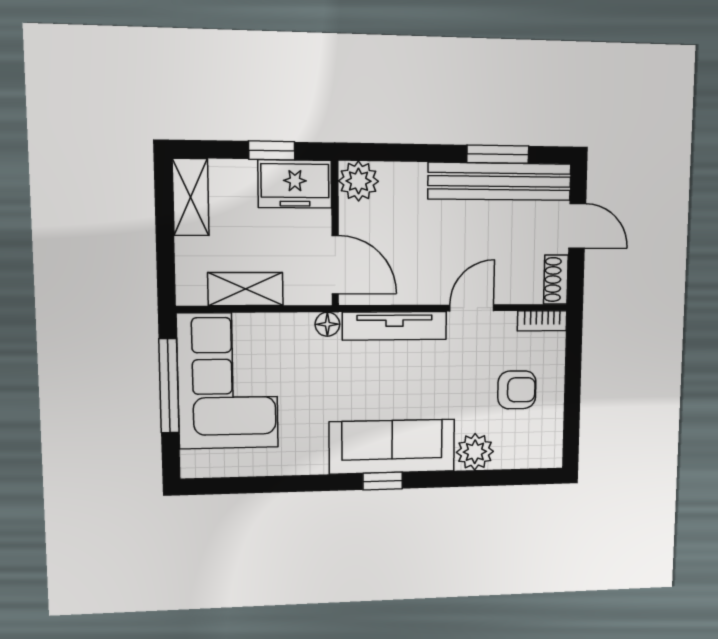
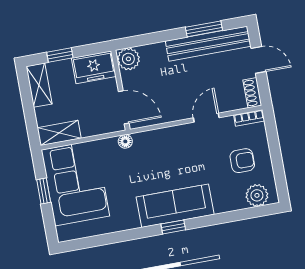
window: (272, 150) -> (60, 55), moved
shelving: (246, 289) -> (59, 133), moved
tv unit: (395, 326) -> (163, 136), removed
window: (169, 386) -> (44, 191), width x0.46
plant: (475, 452) -> (257, 195), moved

